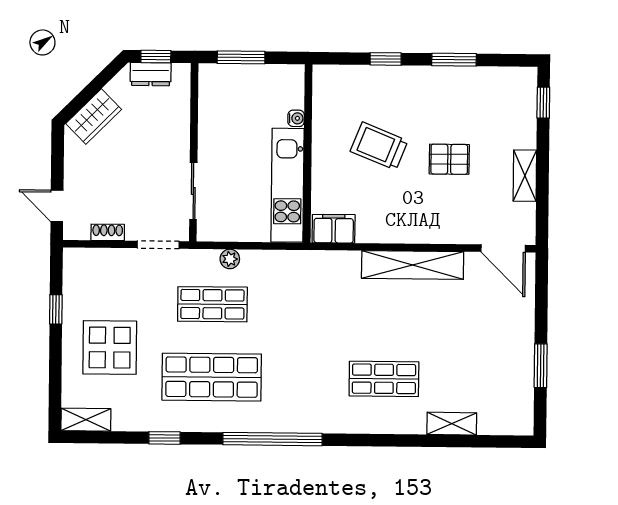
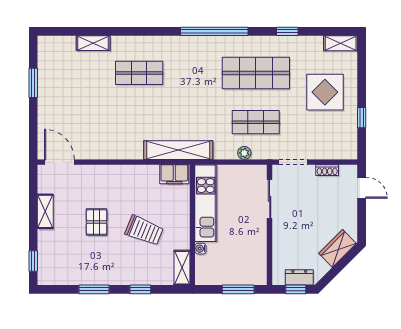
shelving: (324, 90) -> (182, 268), added
pallet: (449, 159) -> (97, 222), turned 90
shelving: (413, 265) -> (178, 150), moved

